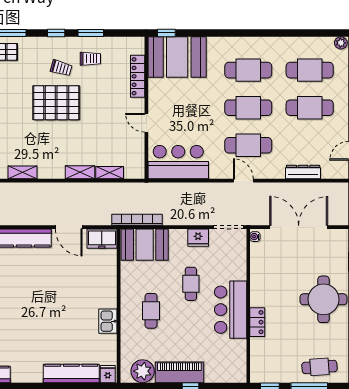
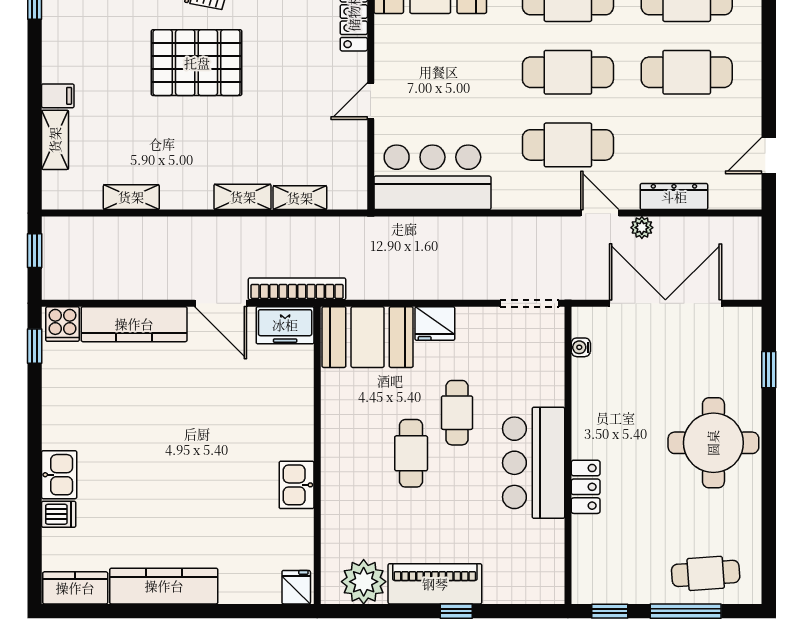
door: (146, 123) -> (371, 101), hinge flipped
door: (243, 181) -> (600, 213), moved
plant: (286, 188) -> (642, 228), added
bookcase: (137, 220) -> (297, 289), moved
water cooler: (255, 237) -> (581, 347), moved
fridge: (198, 238) -> (435, 324), moved
cafe table: (151, 311) -> (411, 453), moved
kitchen counter: (71, 373) -> (164, 586), moved

